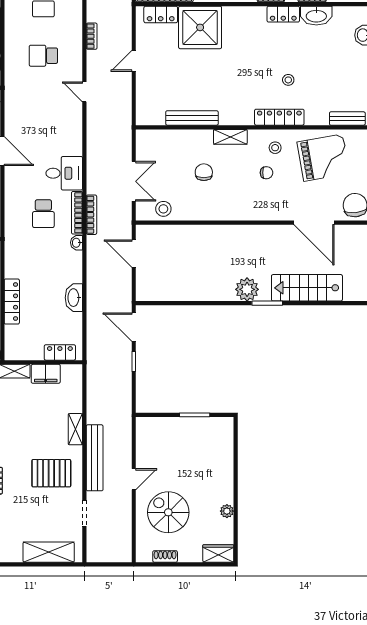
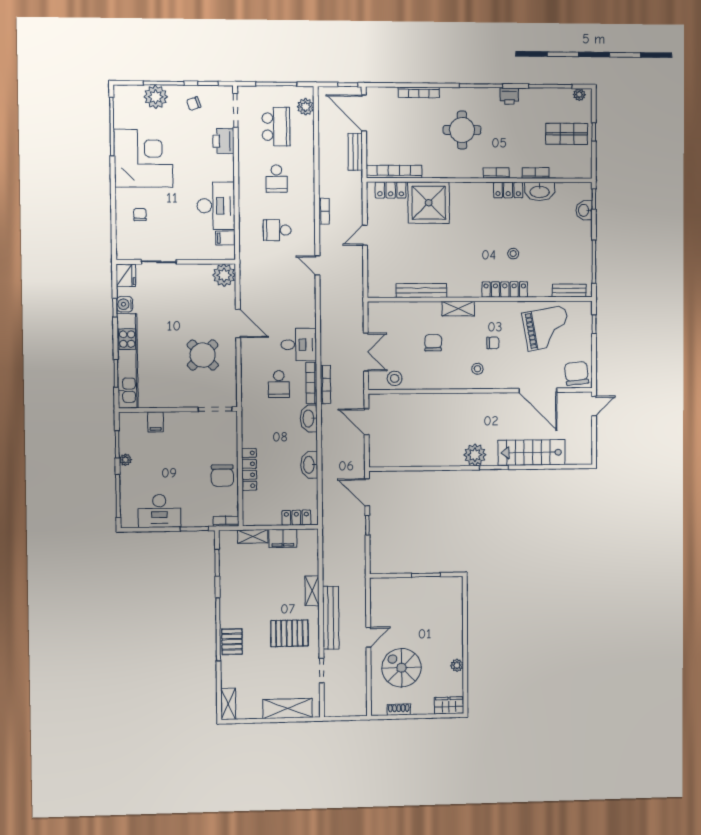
stool: (275, 148) -> (477, 369), moved
washbasin: (77, 243) -> (309, 418), width x1.91, depth x1.45

